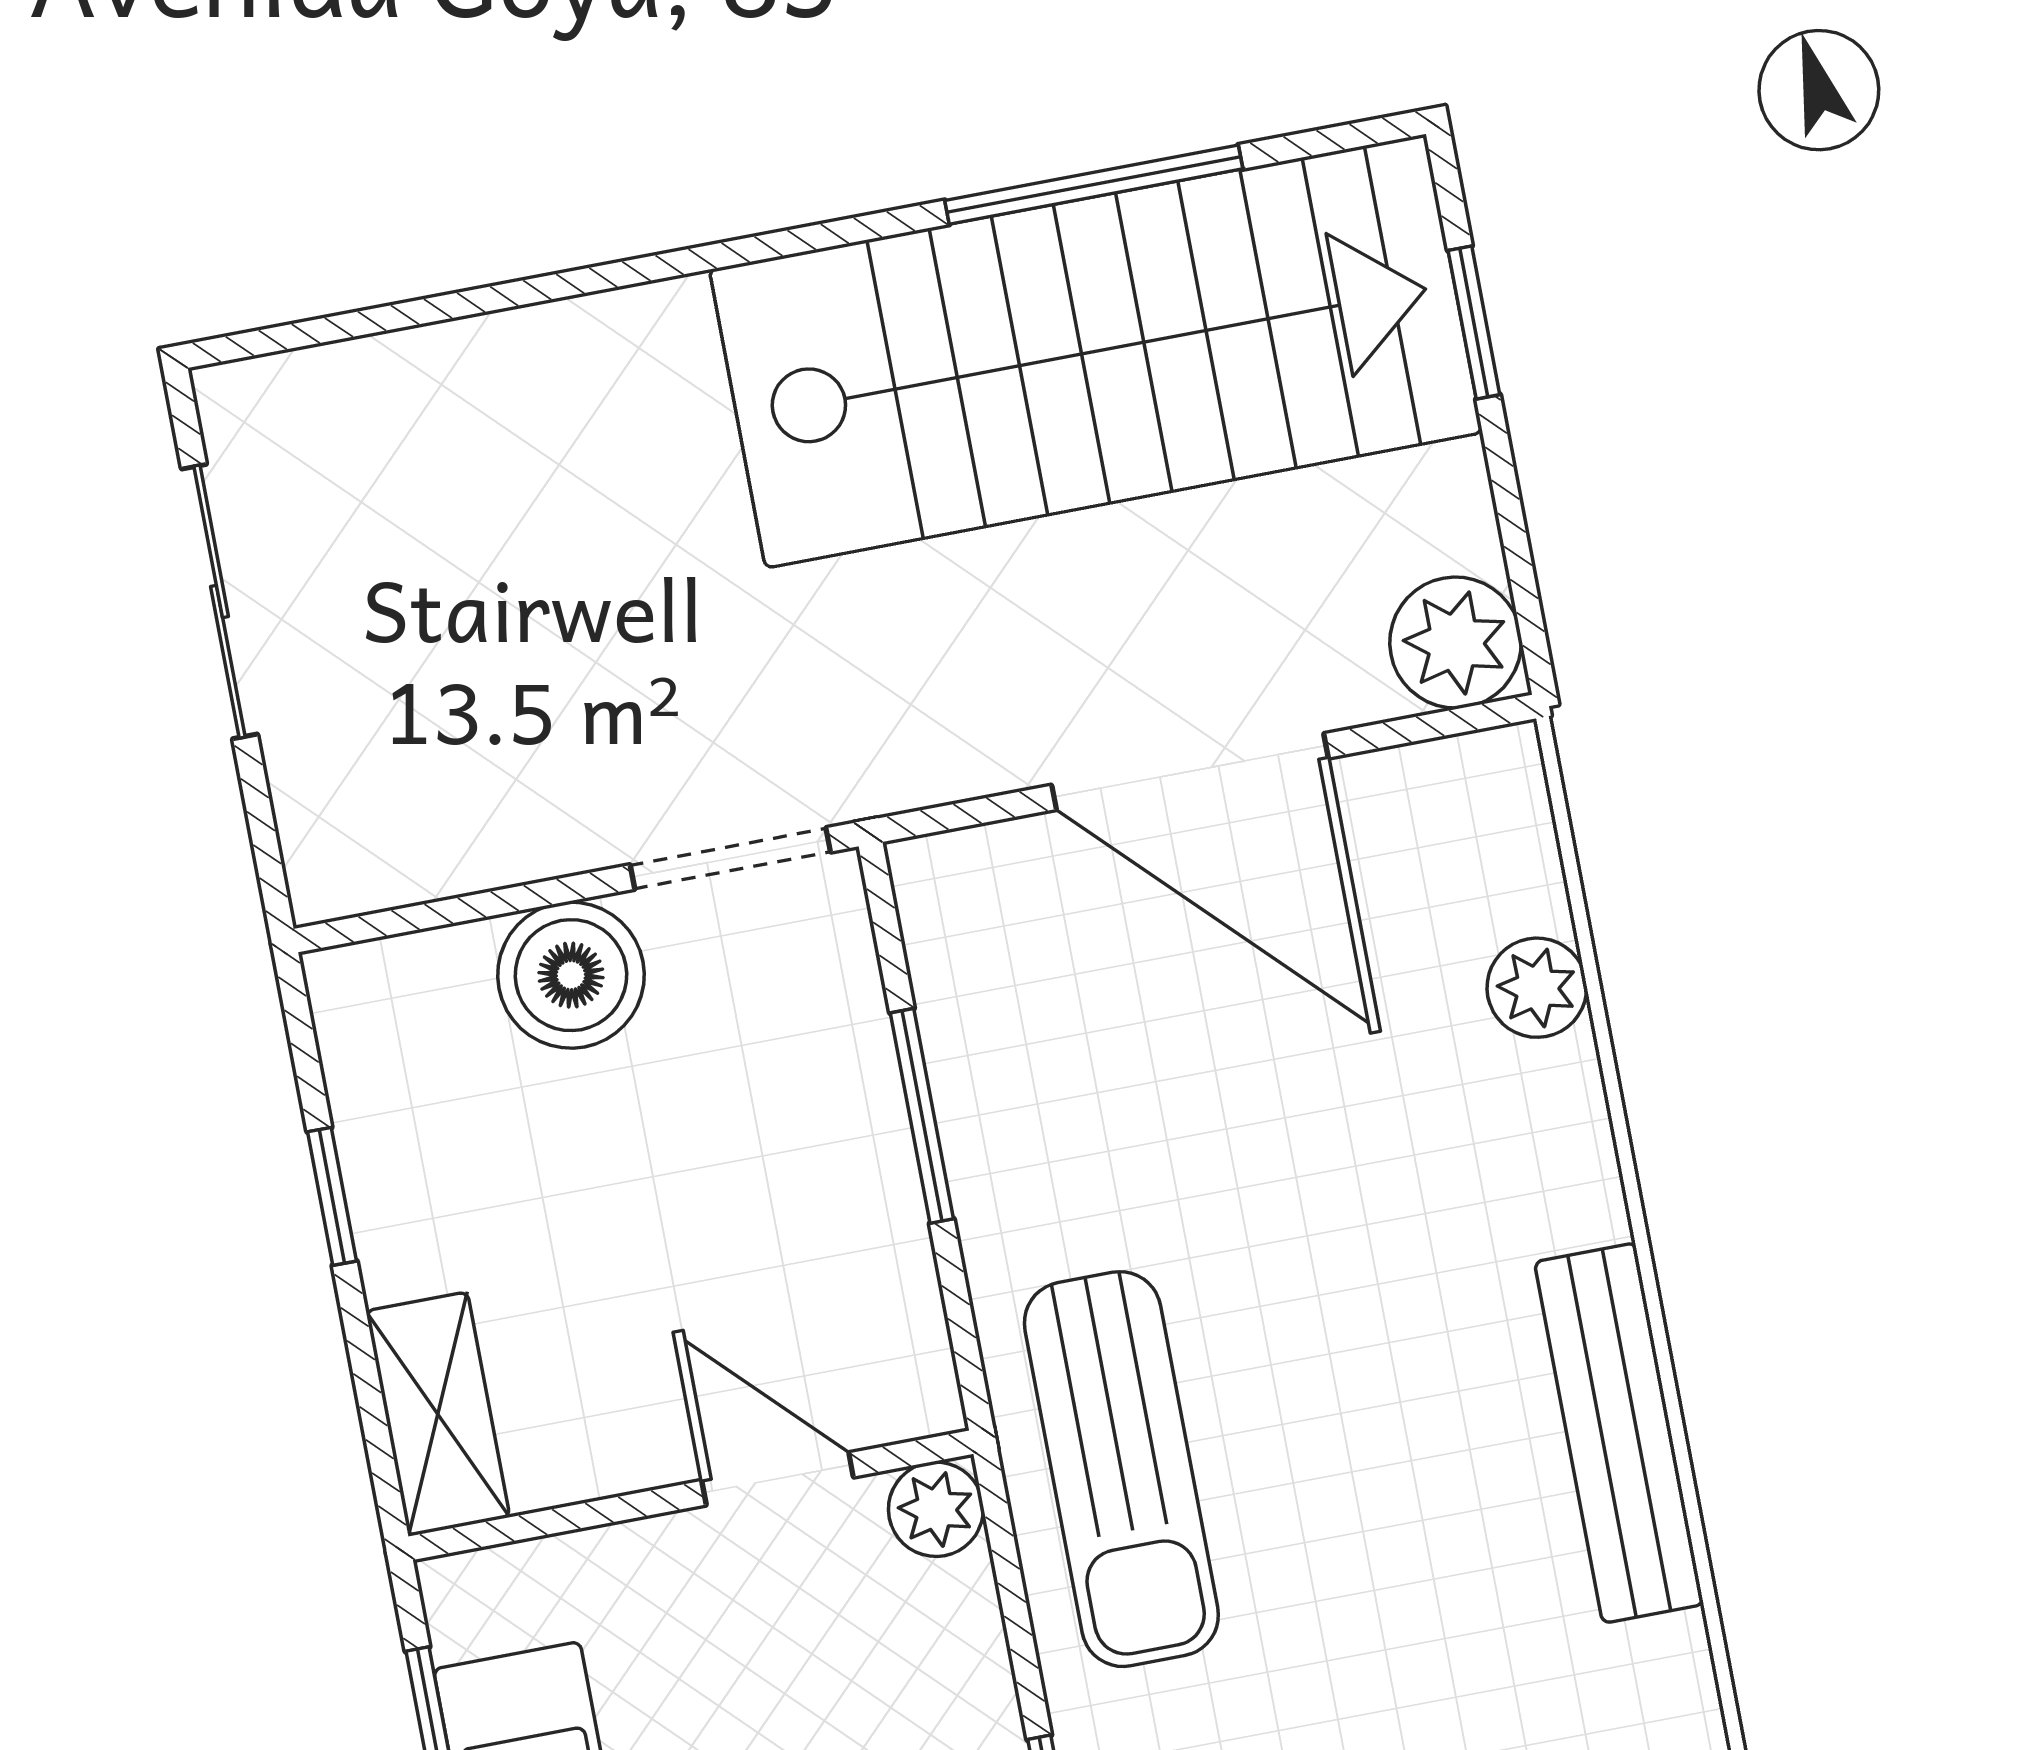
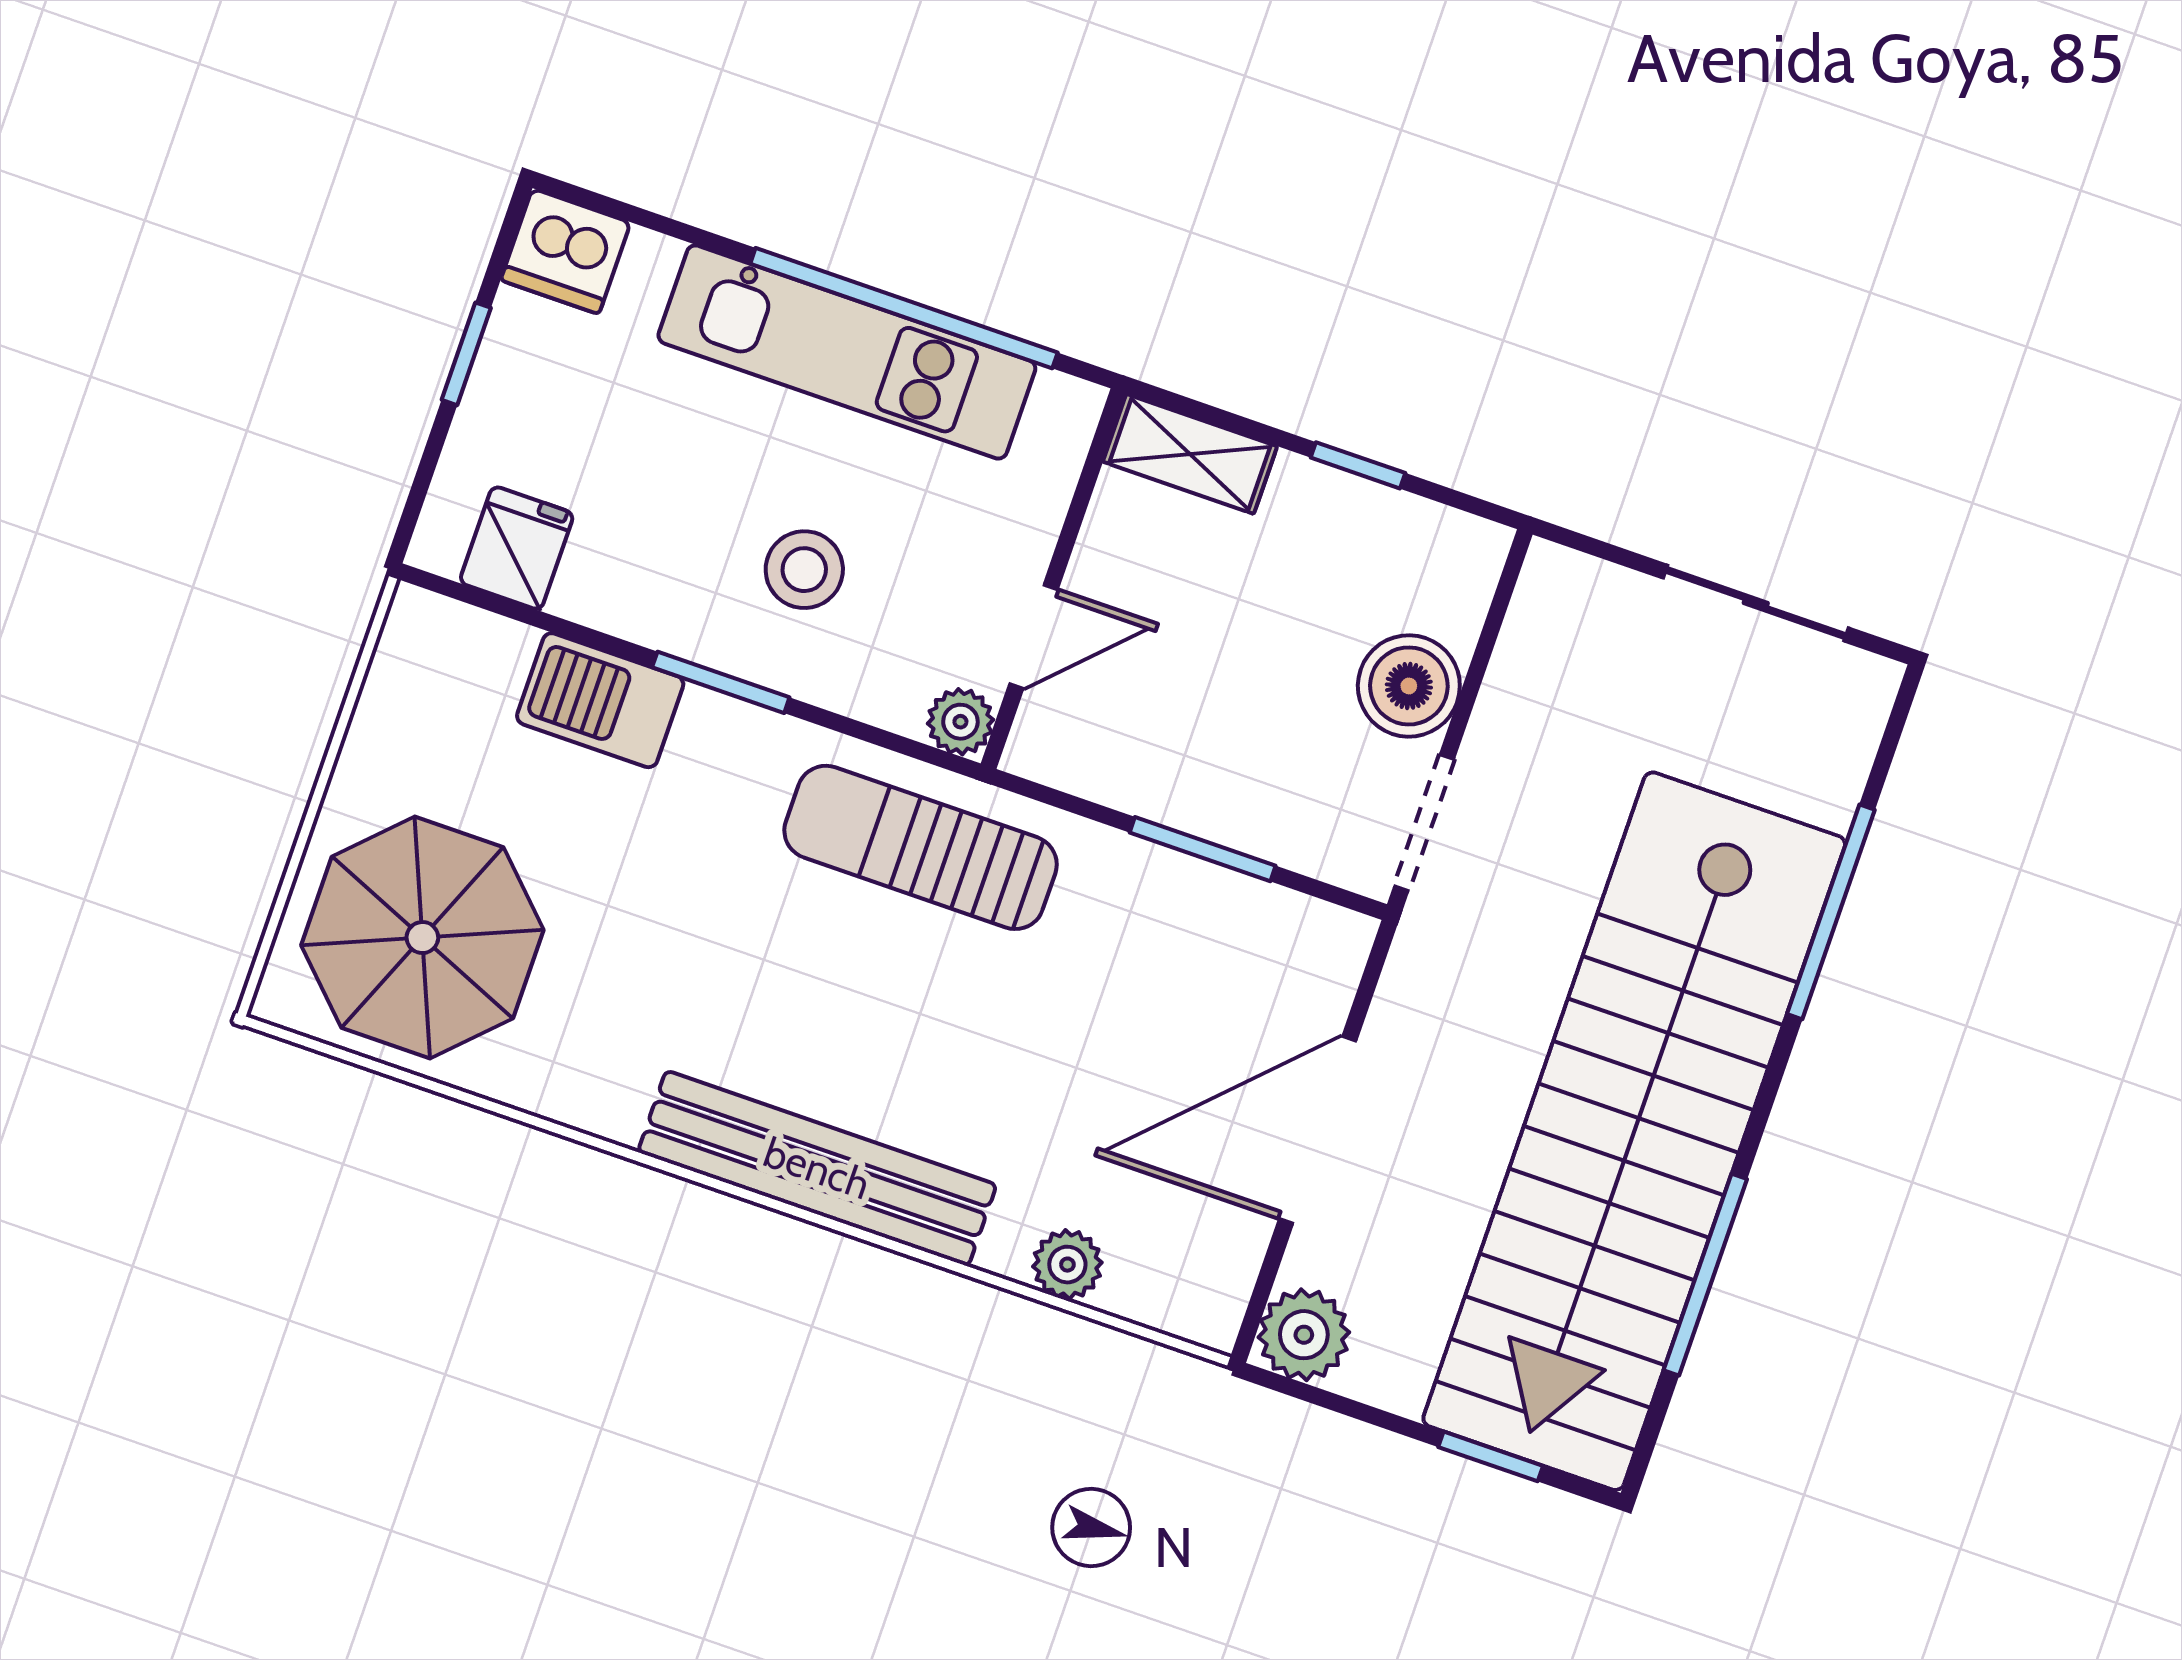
window: (551, 287) -> (1831, 912), added
stairs: (1096, 351) -> (1634, 1131), width x1.36
bench: (1619, 1433) -> (817, 1168), width x1.37, depth x1.21

